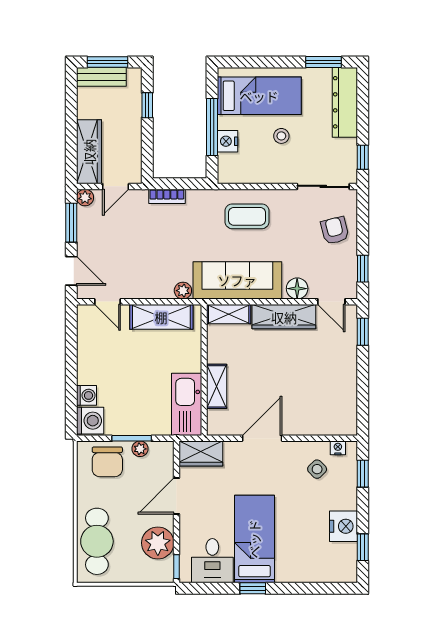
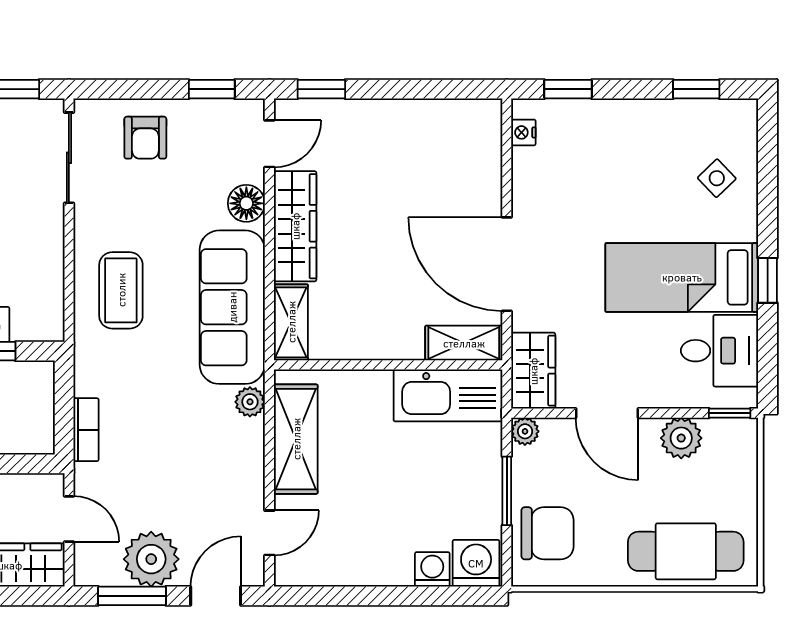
plant: (85, 197) -> (151, 559), moved, width x1.87, depth x1.87
armchair: (335, 230) -> (145, 138), turned -76
shelving: (217, 386) -> (464, 343), moved
door: (262, 438) -> (507, 264), width x1.36
plant: (140, 449) -> (525, 431), moved
side table: (317, 469) -> (717, 178), moved
nightstand: (344, 526) -> (660, 123), removed
plant: (158, 543) -> (681, 438), width x0.73, depth x0.73

